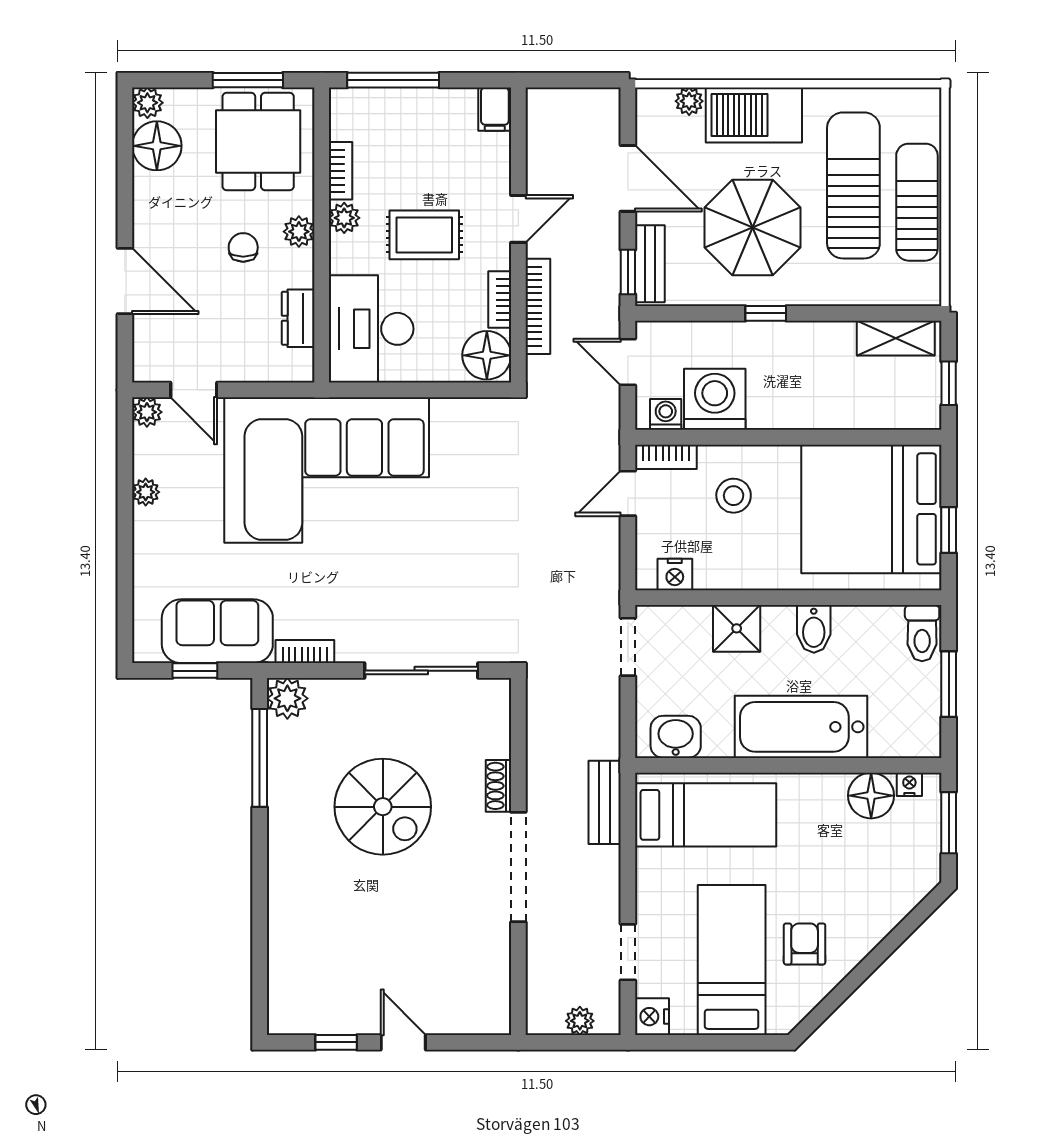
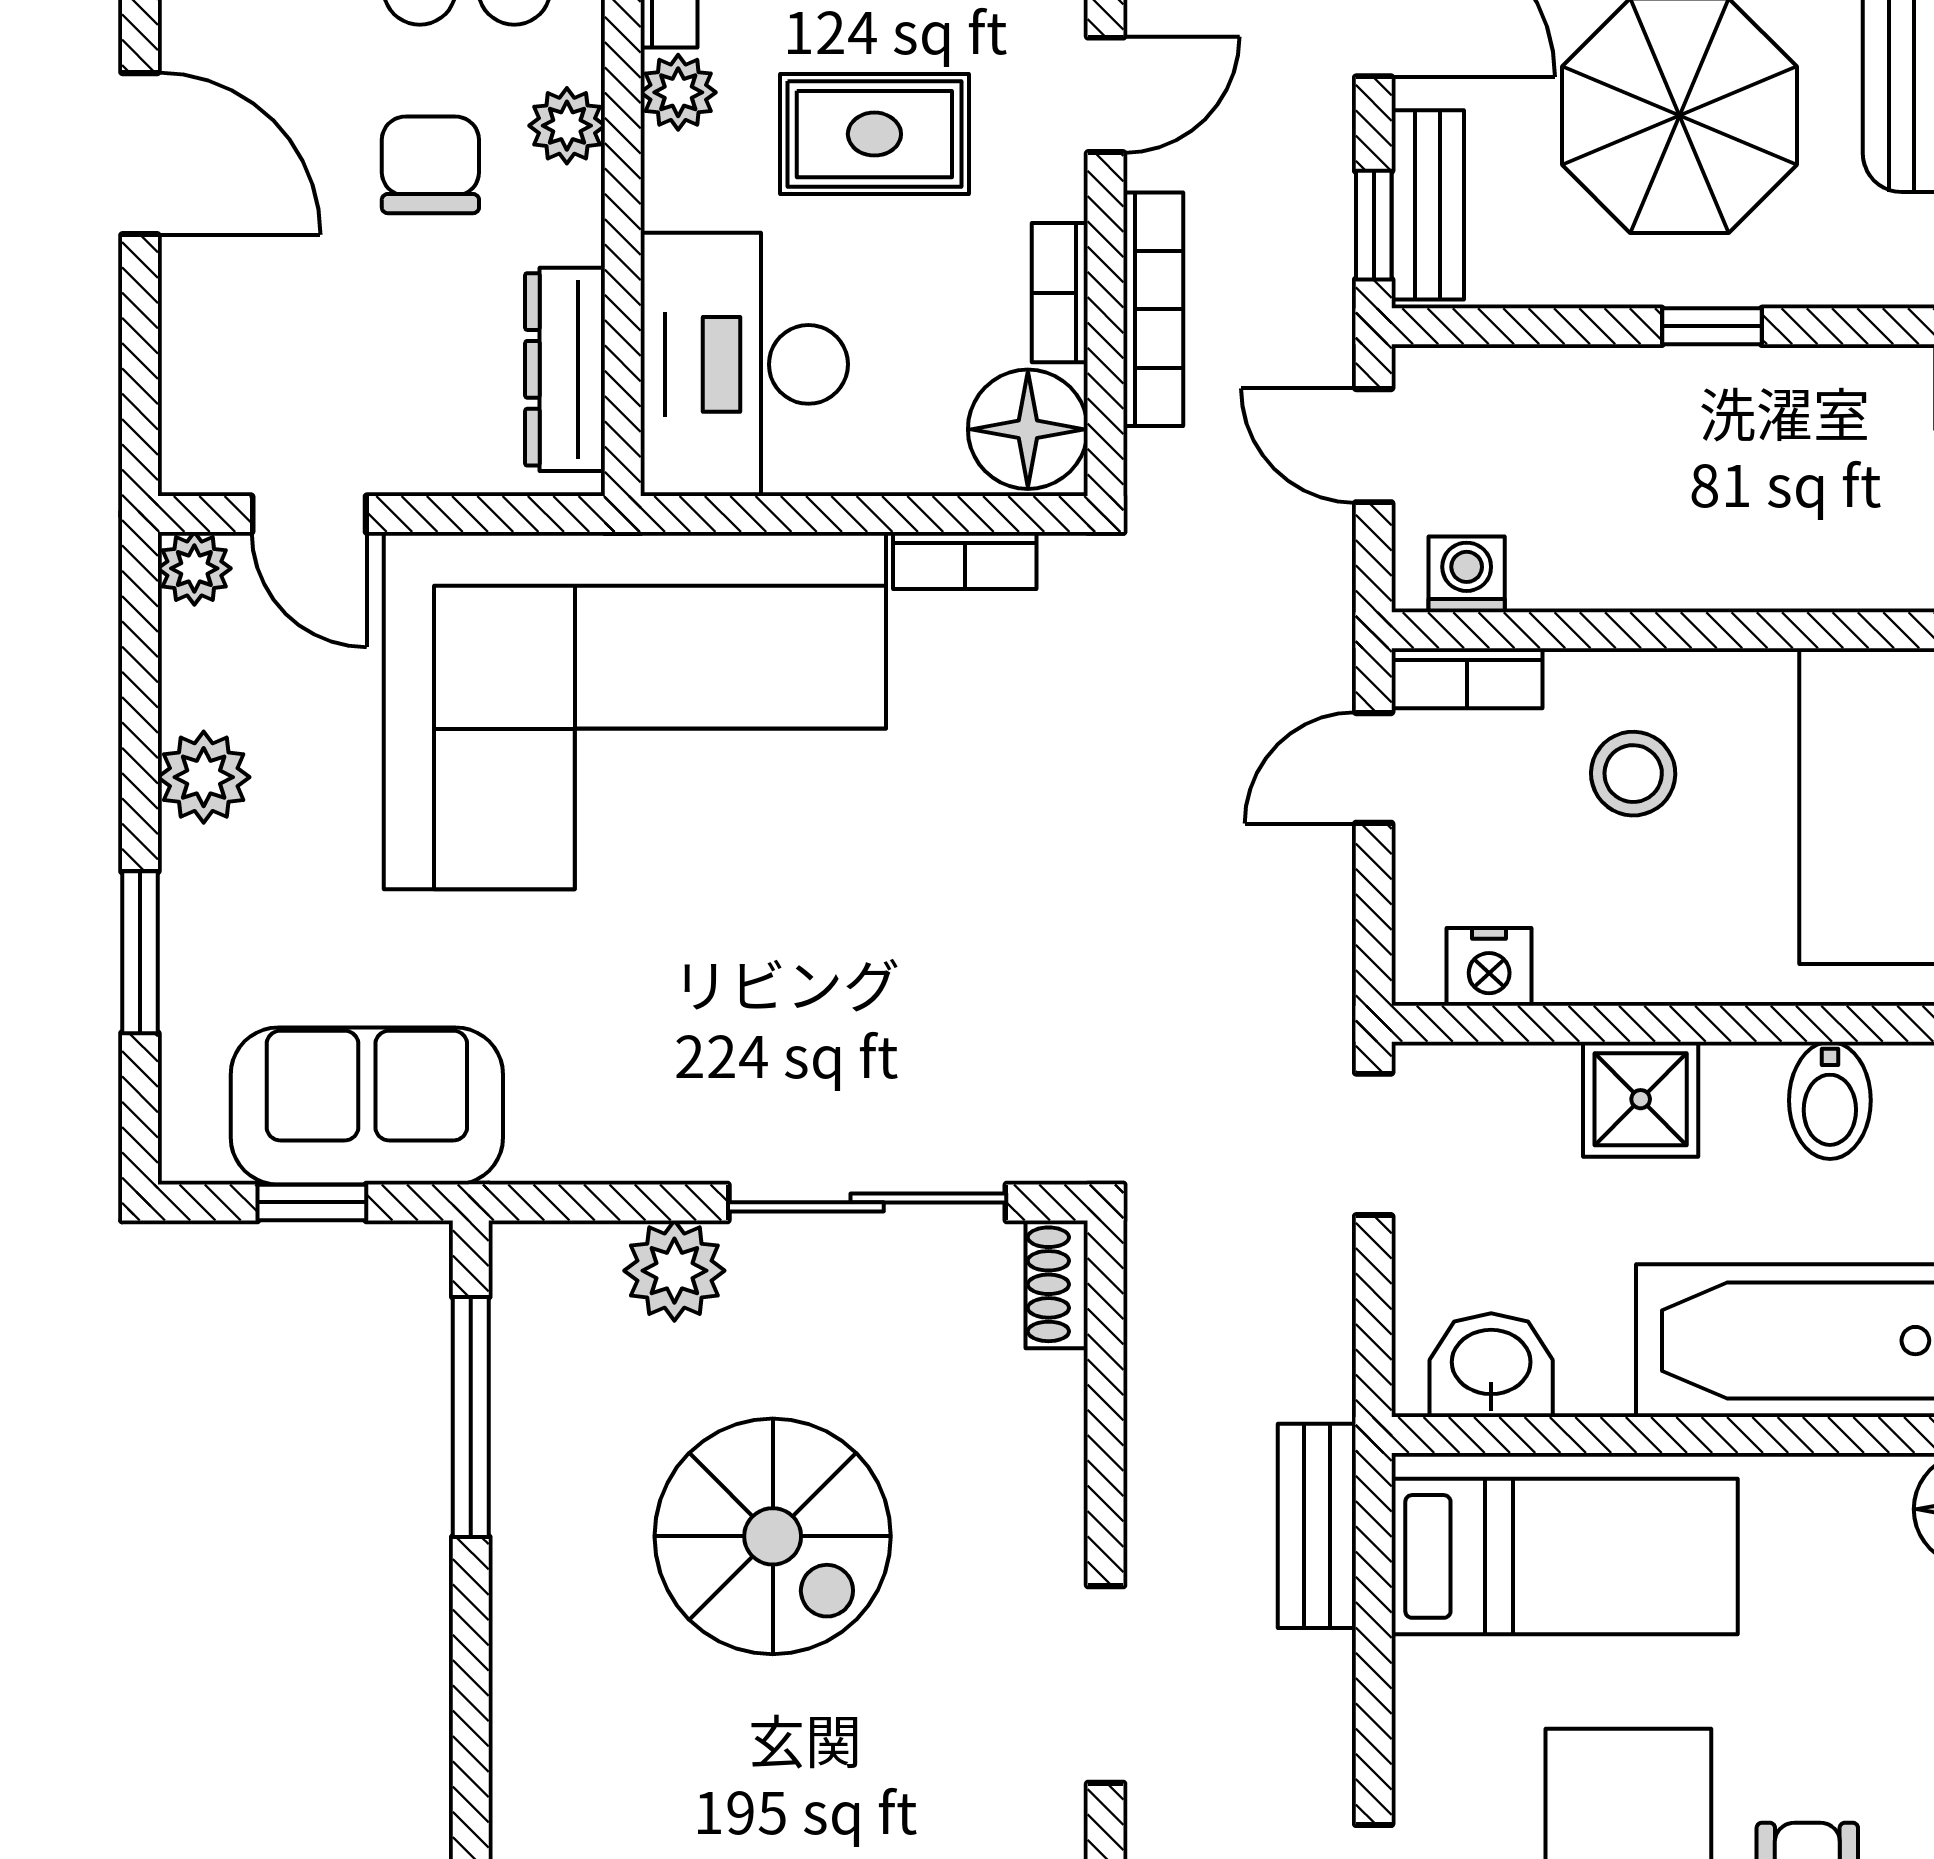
chair: (243, 247) -> (430, 165), width x1.37, depth x1.37
door: (125, 281) -> (140, 154), moved
dresser: (298, 318) -> (565, 369), width x1.44
washing machine: (715, 399) -> (1587, 537), removed
plant: (146, 492) -> (204, 777), width x1.38, depth x1.38
window: (125, 568) -> (140, 952), added
bookcase: (305, 652) -> (965, 561), moved, turned 180
plant: (287, 698) -> (674, 1271), moved
shoe rack: (498, 786) -> (1057, 1284), moved
doorway: (518, 867) -> (1106, 1685), width x0.73

